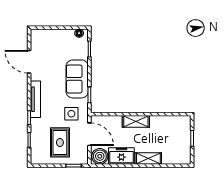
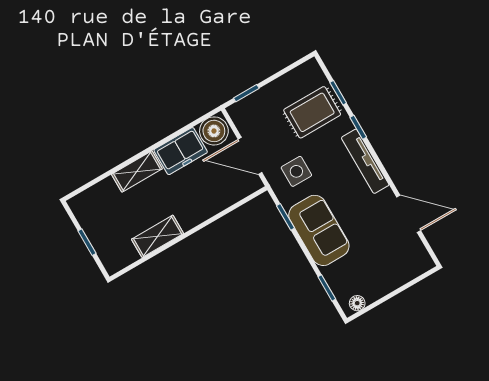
shelving: (136, 121) -> (158, 236), moved
rug: (60, 142) -> (312, 112), moved, turned 90

